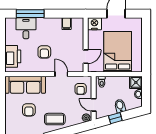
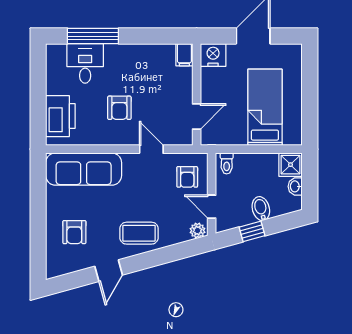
filing cabinet: (67, 24) -> (184, 55), moved
bed: (118, 52) -> (265, 107), width x0.67
armchair: (29, 110) -> (74, 232), moved

